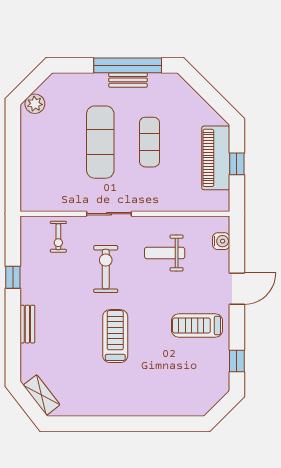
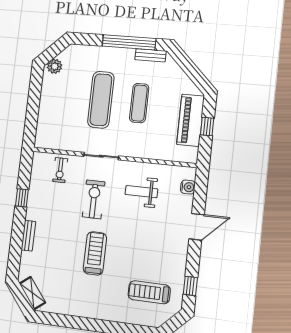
bench: (128, 80) -> (151, 55), moved
treadmill: (197, 326) -> (149, 292), moved

